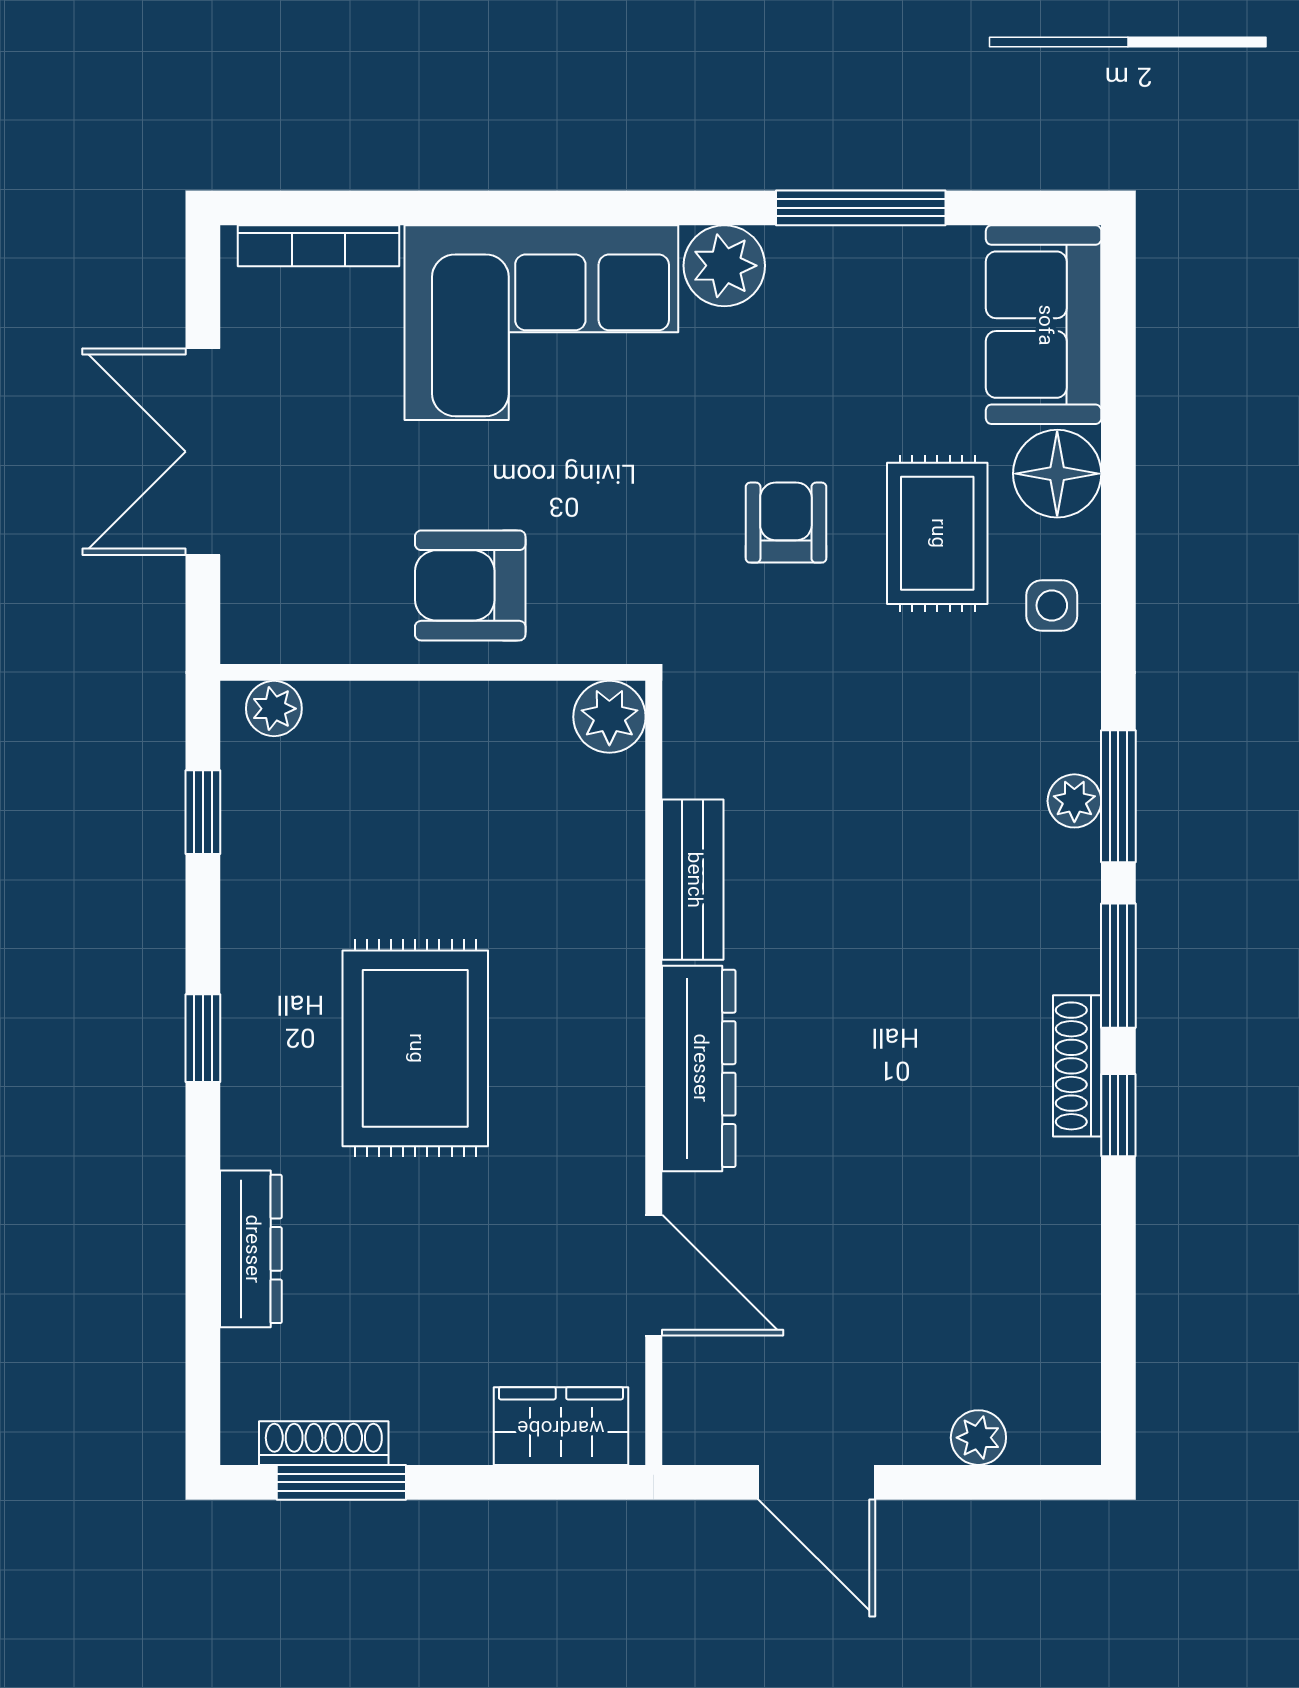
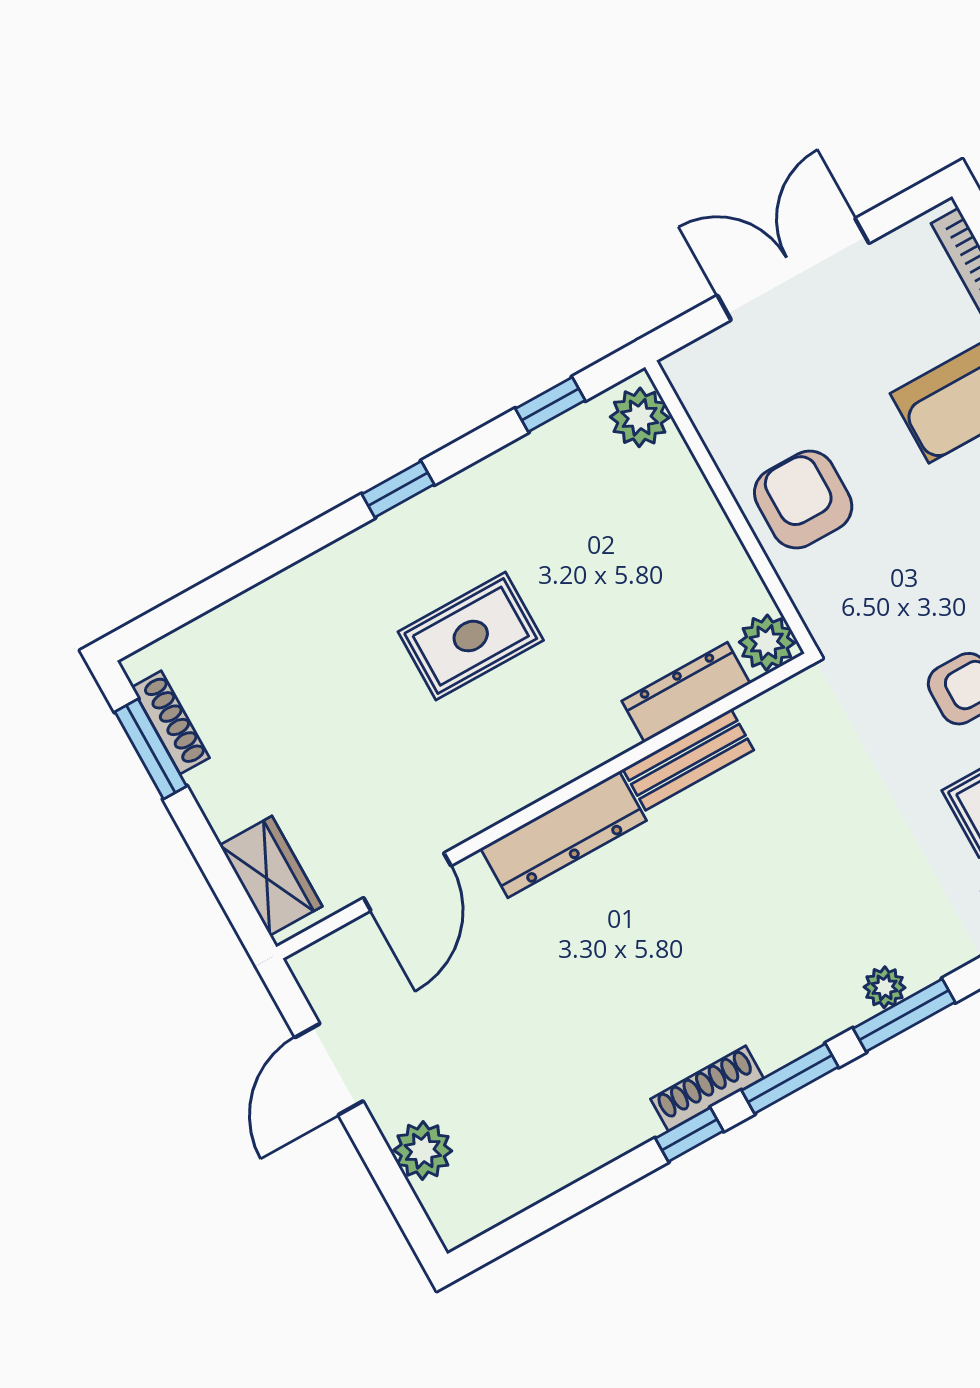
plant: (274, 709) -> (640, 417), width x1.38, depth x1.38
rug: (415, 1048) -> (471, 636), width x0.73, depth x0.70
dresser: (251, 1249) -> (686, 692), moved, turned 180
plant: (978, 1438) -> (423, 1150), width x1.38, depth x1.38

